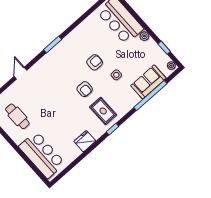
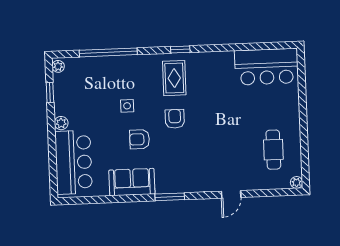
sofa: (148, 82) -> (132, 182), moved, turned 180
fridge: (85, 141) -> (222, 61), removed
bar counter: (42, 155) -> (267, 67), moved, turned -90

